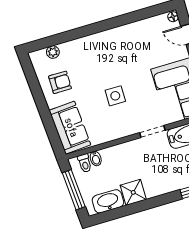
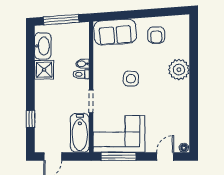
plant: (53, 52) -> (179, 70), moved, width x1.88, depth x1.88
bidet: (96, 159) -> (82, 64), moved
toilet: (85, 163) -> (81, 74), moved

